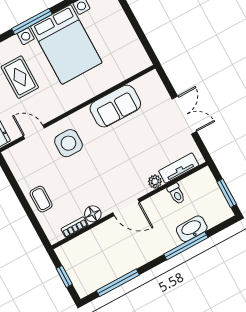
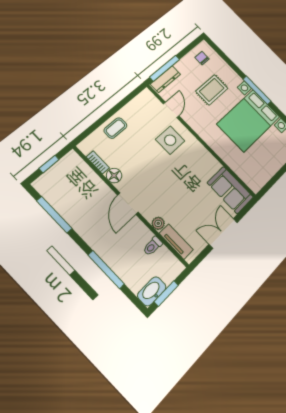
sofa: (115, 106) -> (230, 190), moved
double door: (184, 115) -> (223, 233), swing flipped
washbasin: (192, 229) -> (152, 291), moved, turned -90

